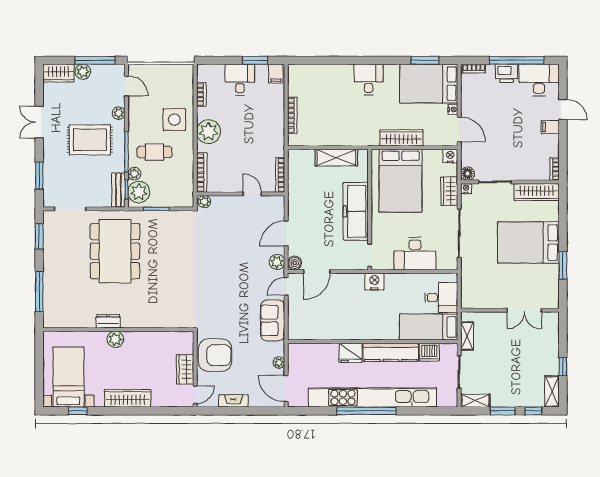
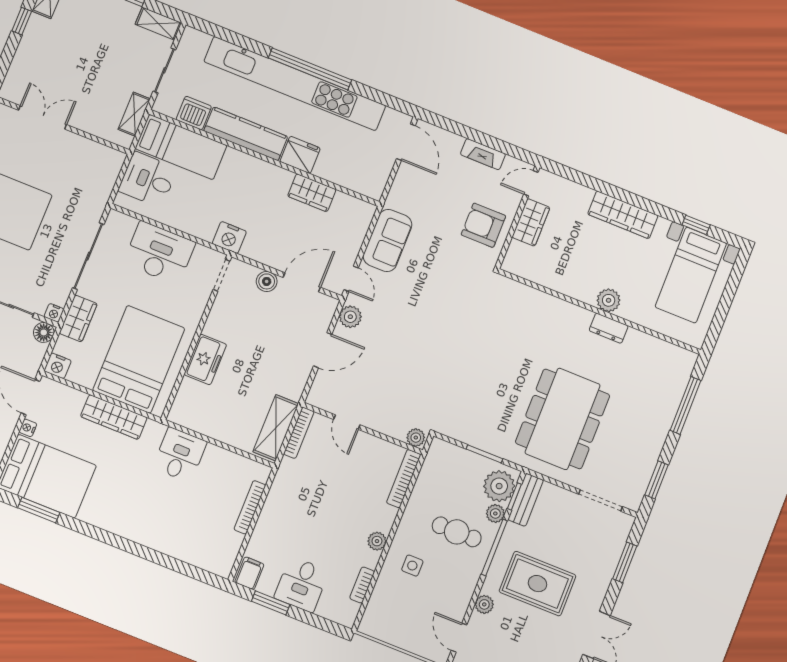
desk: (368, 80) -> (180, 455), moved, turned 180
side table: (174, 120) -> (412, 566), width x0.54, depth x0.54
plant: (209, 132) -> (377, 541), width x0.53, depth x0.53
shelving: (336, 158) -> (276, 428), moved, turned 90
freezer: (356, 211) -> (205, 359), width x0.52, depth x0.79
boiler: (295, 263) -> (267, 281), moved
door: (286, 286) -> (351, 279), hinge flipped
wardrobe: (333, 332) -> (312, 193), added
armchair: (215, 355) -> (483, 225), width x0.73, depth x0.73
plant: (279, 362) -> (402, 181), removed

